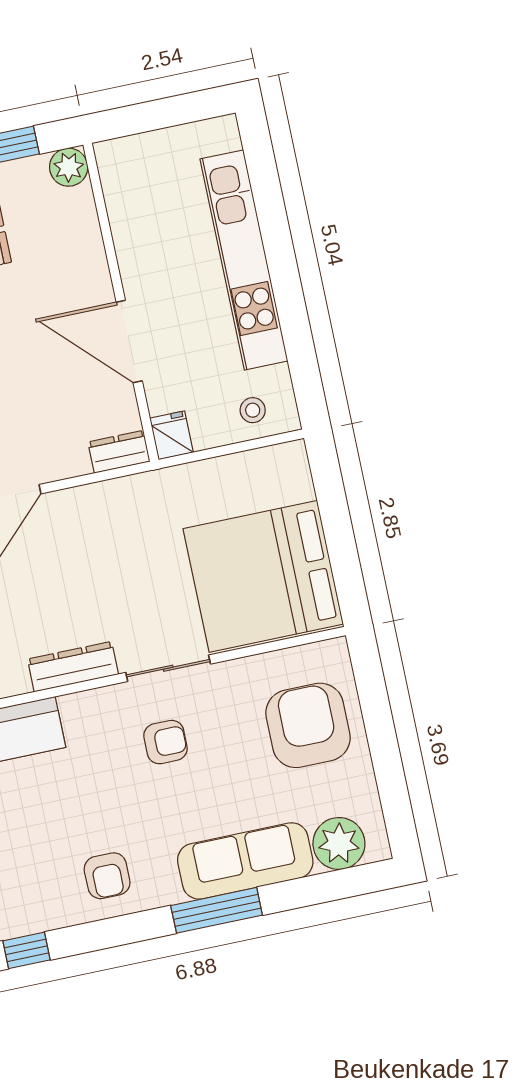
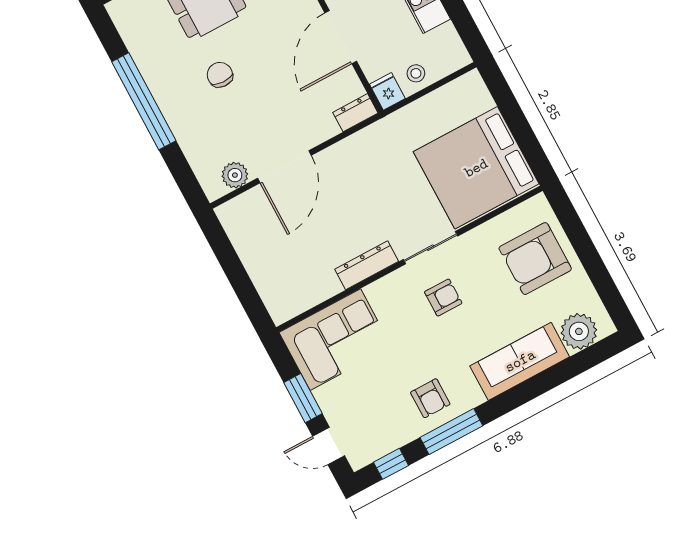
door: (129, 342) -> (341, 37), hinge flipped
stool: (253, 410) -> (416, 73), moved
armchair: (308, 725) -> (535, 259), turned -90
window: (217, 910) -> (451, 432), moved

